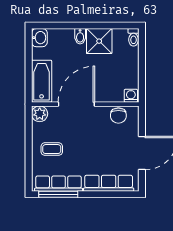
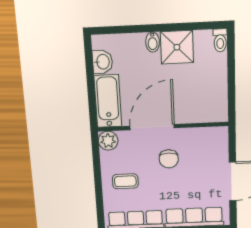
washbasin: (39, 38) -> (102, 62), moved
washing machine: (131, 96) -> (218, 114), removed
chair: (118, 116) -> (169, 159), moved

